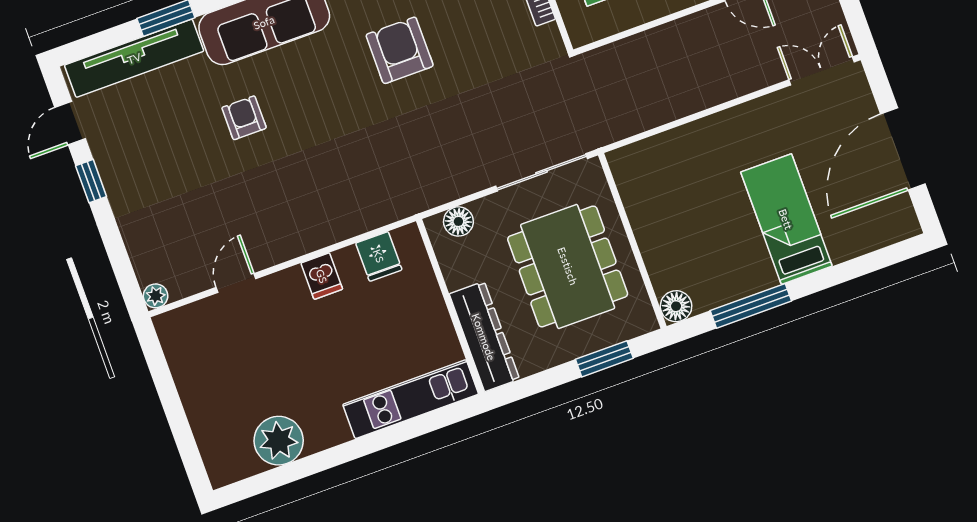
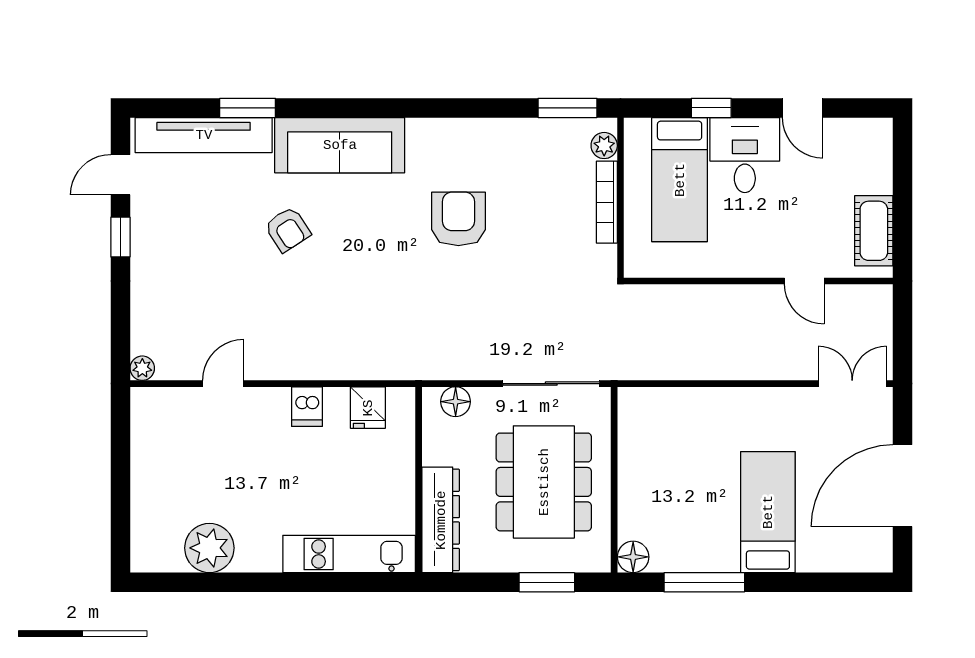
armchair: (244, 118) -> (288, 229), turned 147

